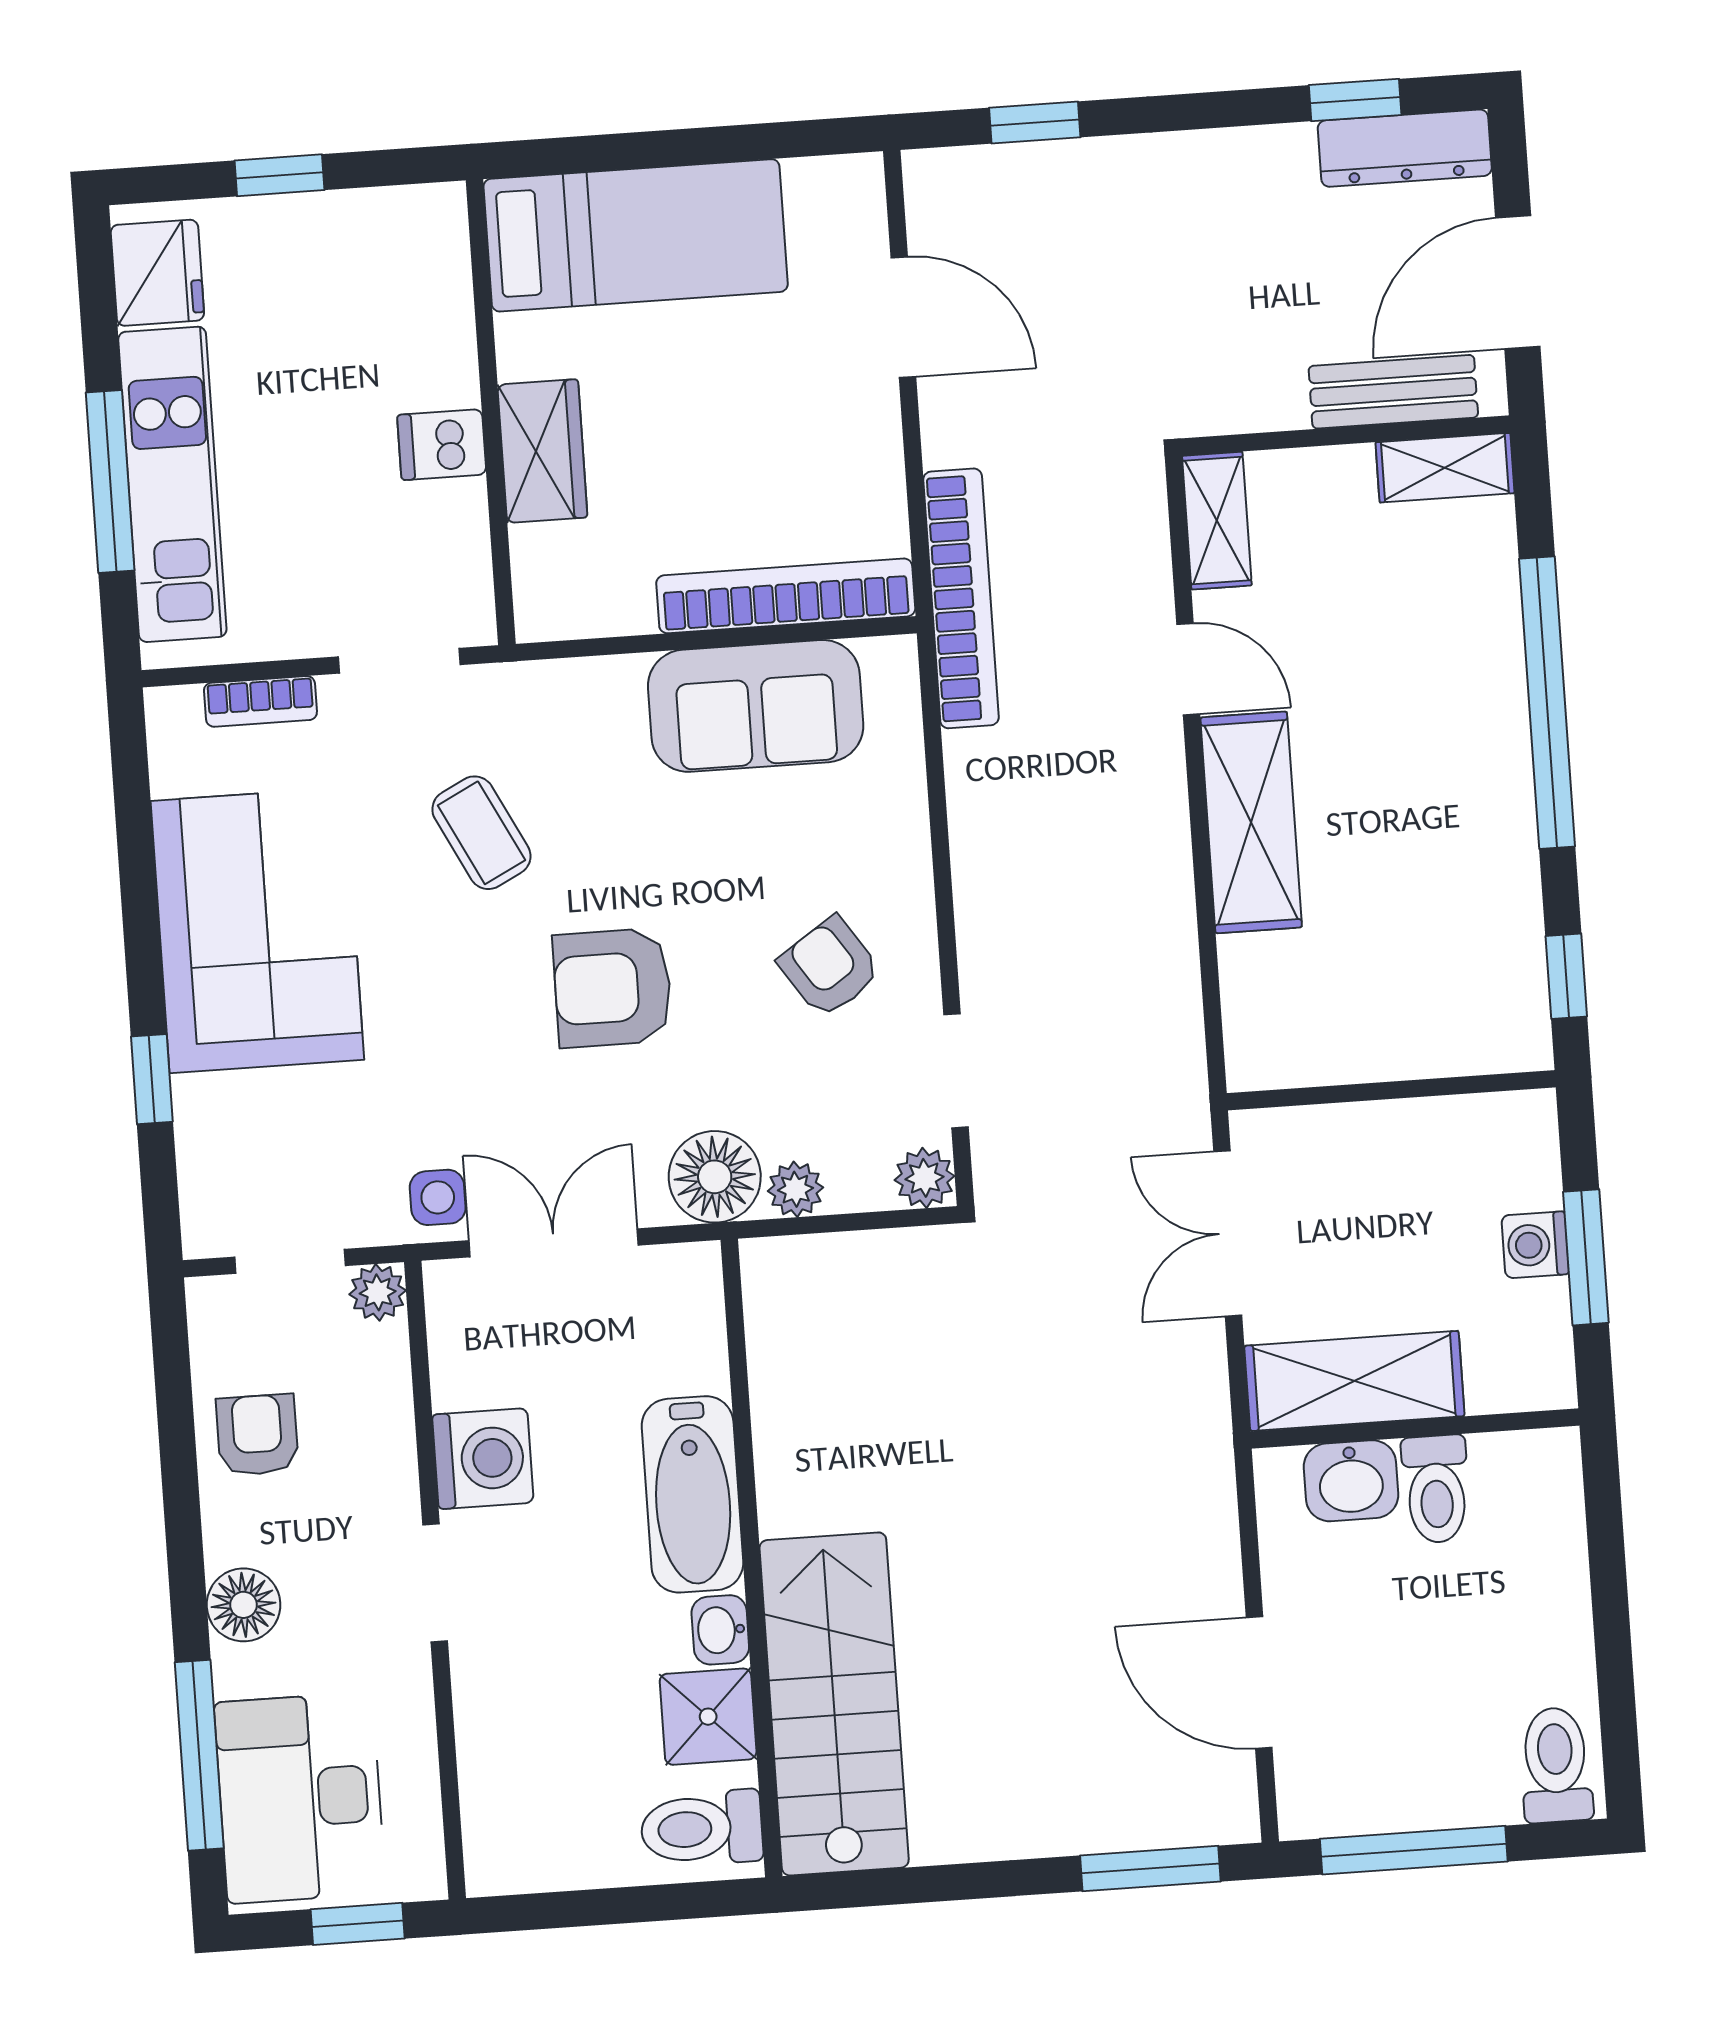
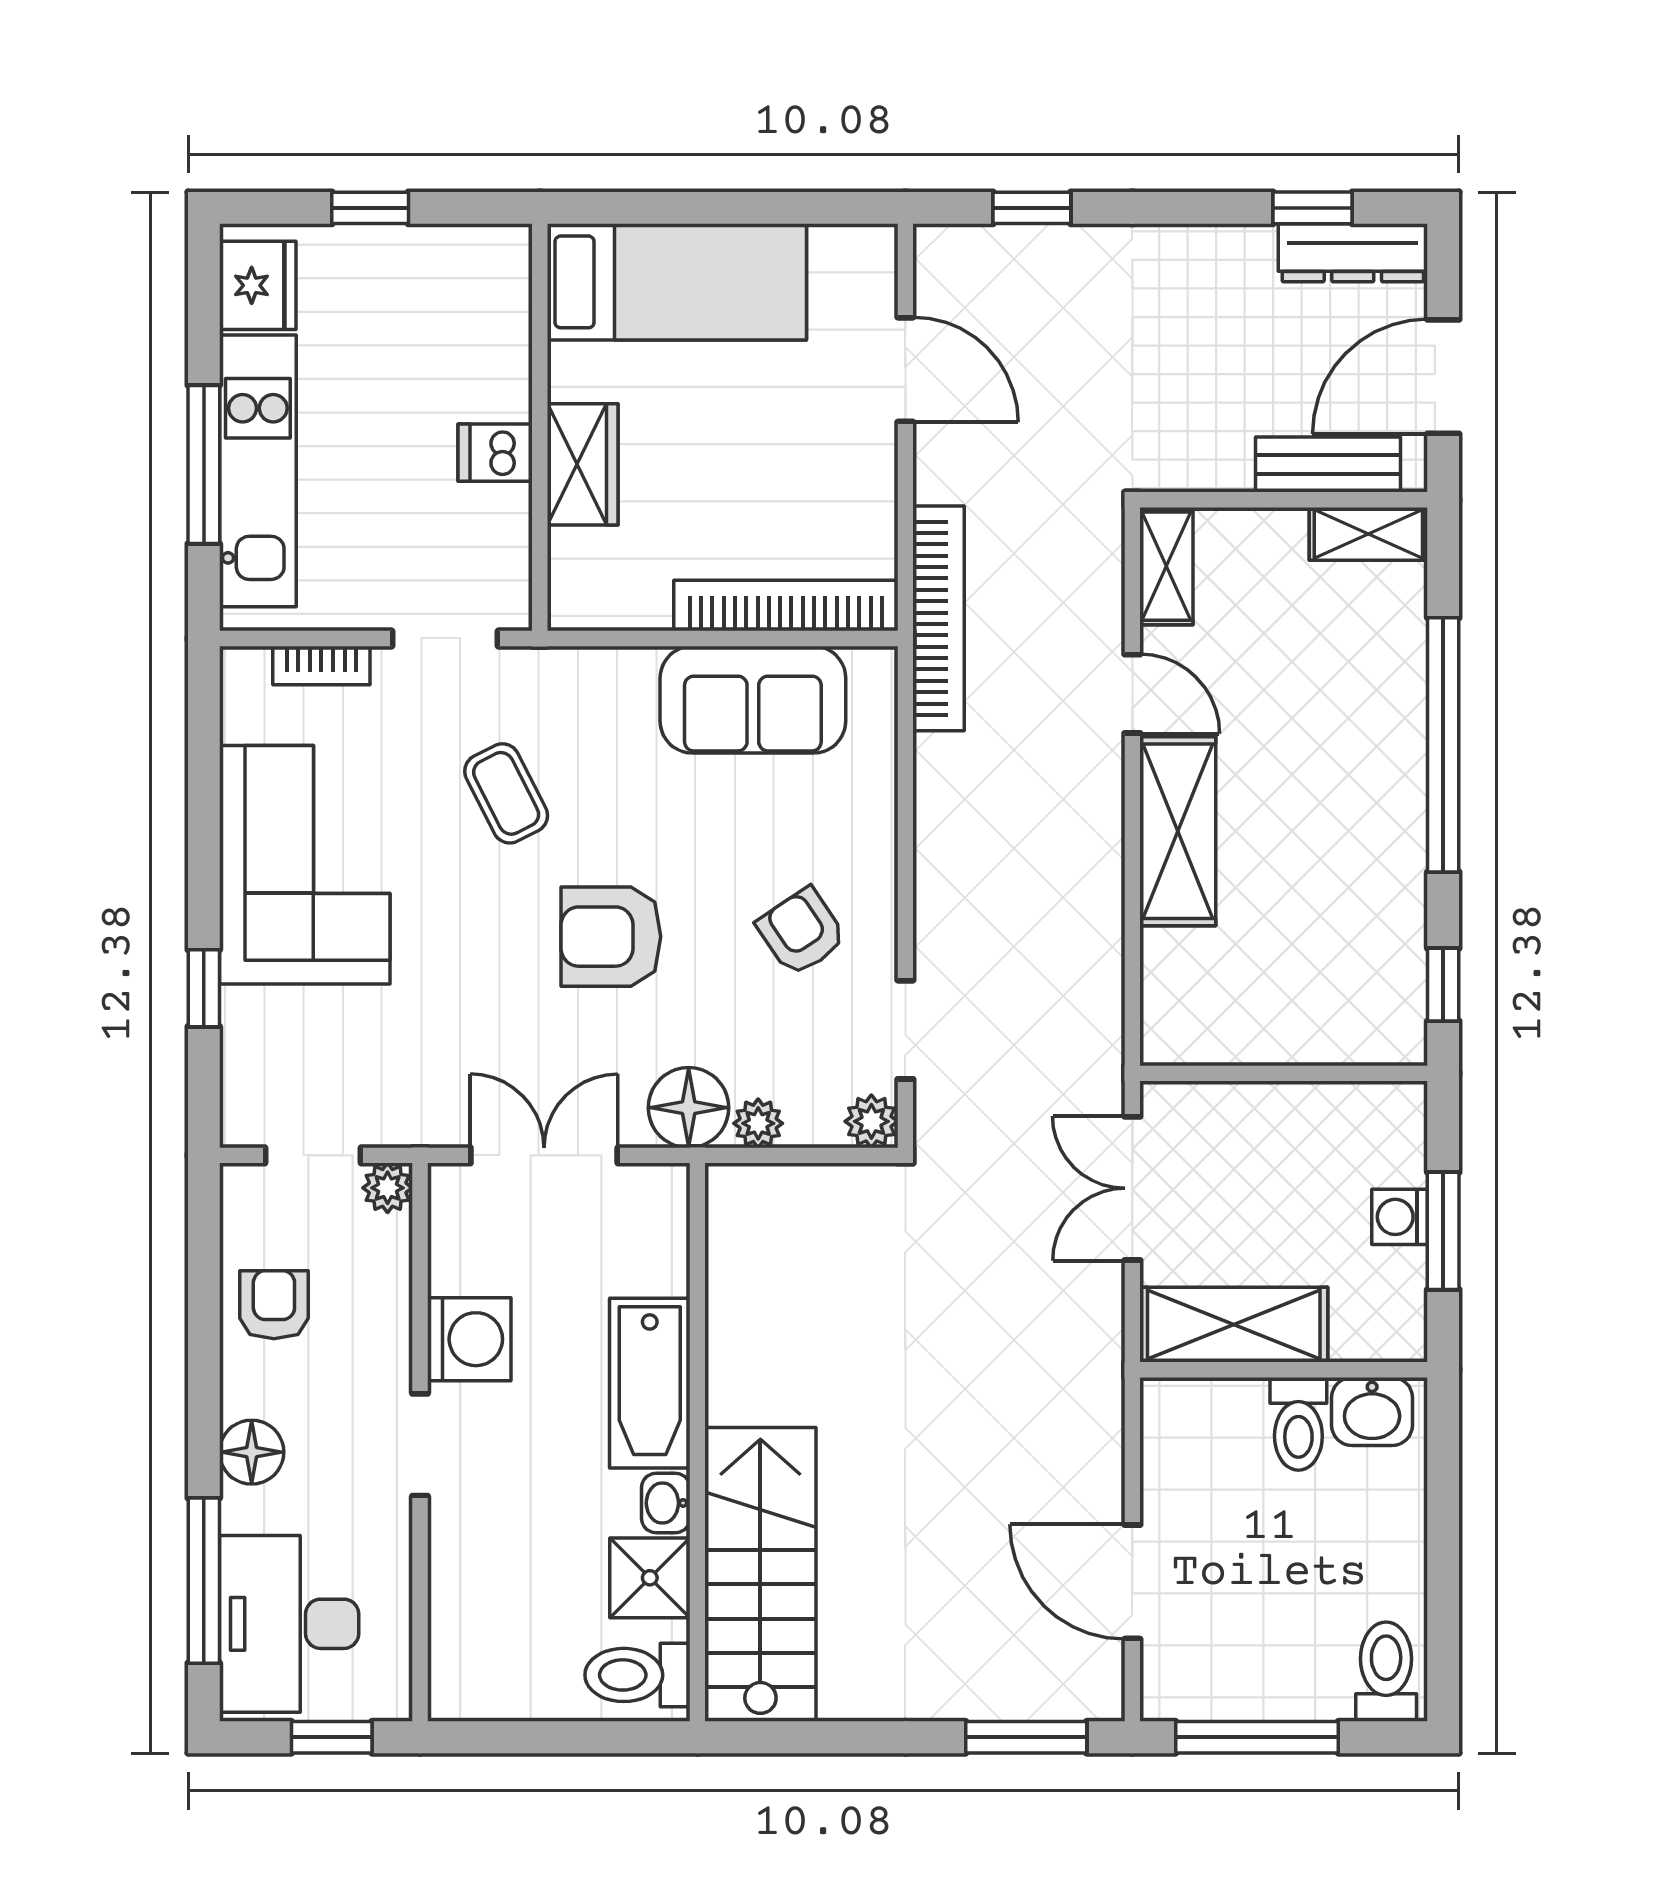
side table: (438, 1197) -> (446, 1109), removed
washbasin: (1351, 1481) -> (1372, 1411), moved

